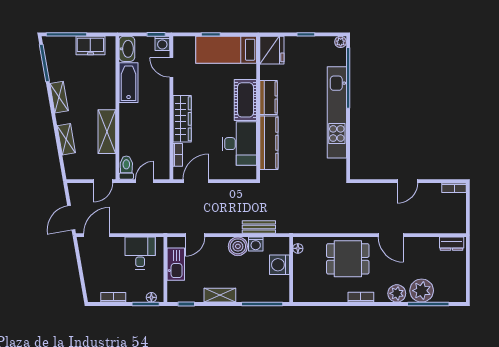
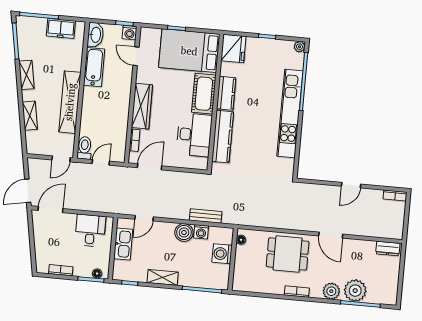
bed: (226, 50) -> (189, 51), width x1.50
shelving: (107, 132) -> (70, 102), width x1.47

